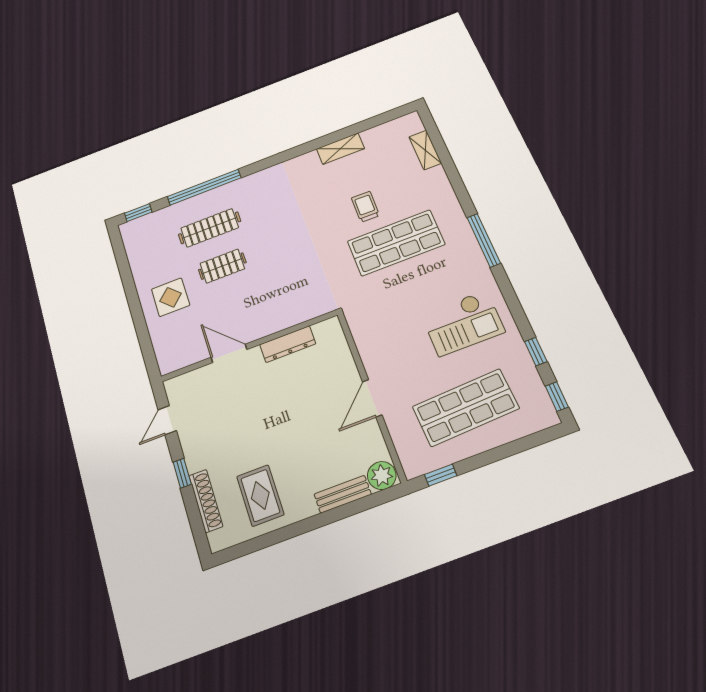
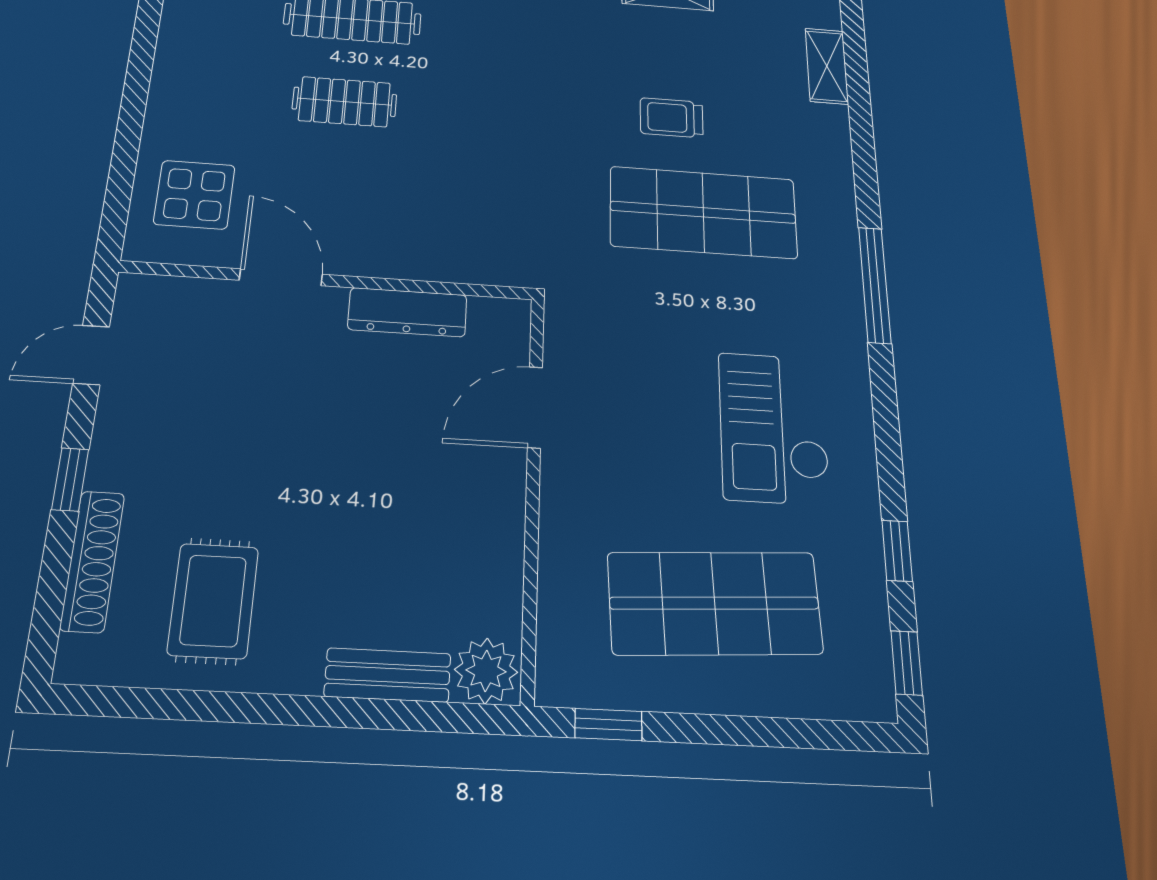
trolley: (365, 207) -> (671, 118), turned -91
display table: (171, 297) -> (194, 195), moved
checkout: (463, 323) -> (774, 428), turned 90
door: (372, 398) -> (535, 407), moved

